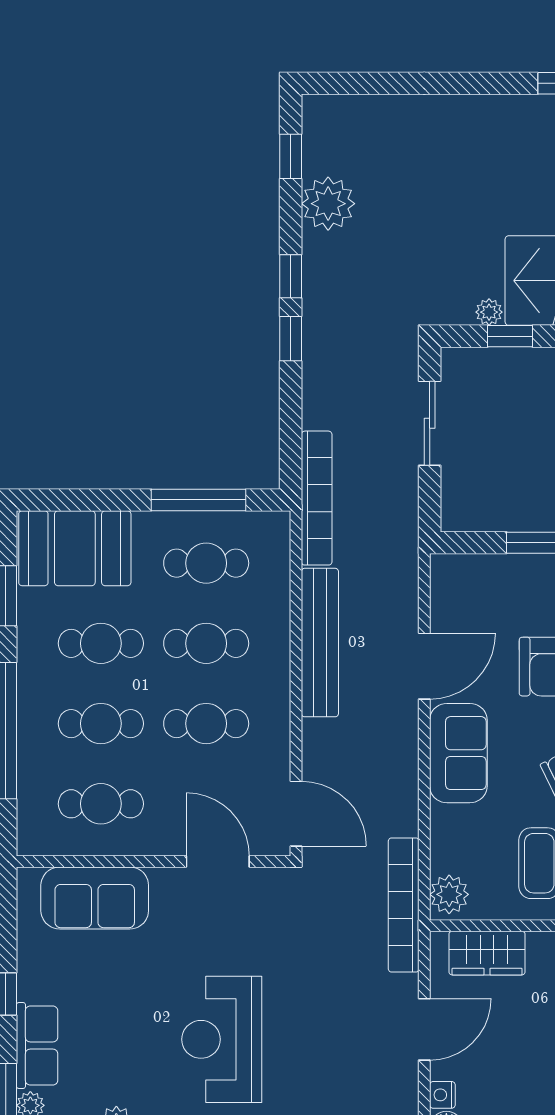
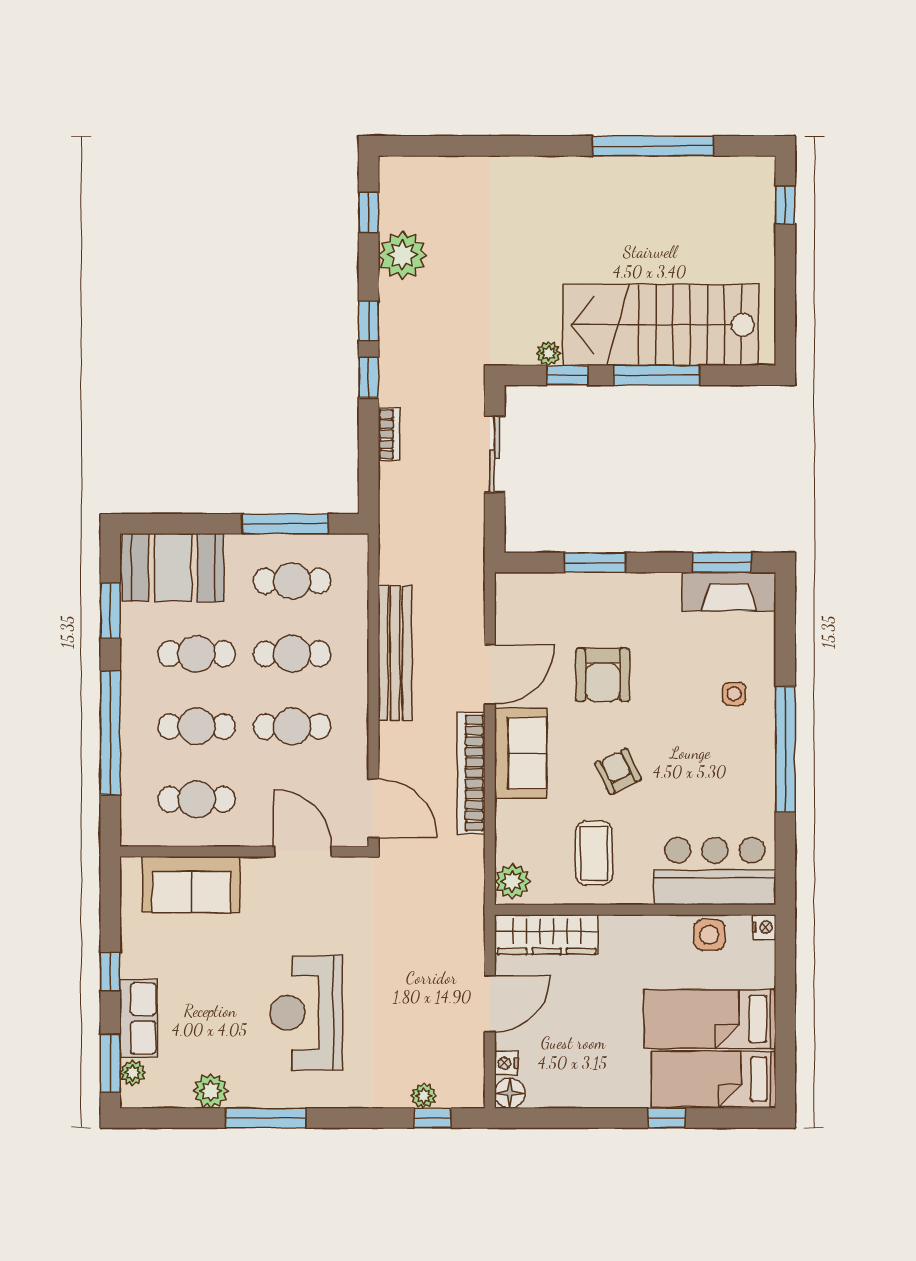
bookcase: (317, 498) -> (389, 434), moved, width x0.43, depth x0.76
bookcase: (404, 905) -> (471, 773), moved
wardrobe: (487, 953) -> (547, 935), width x1.50

